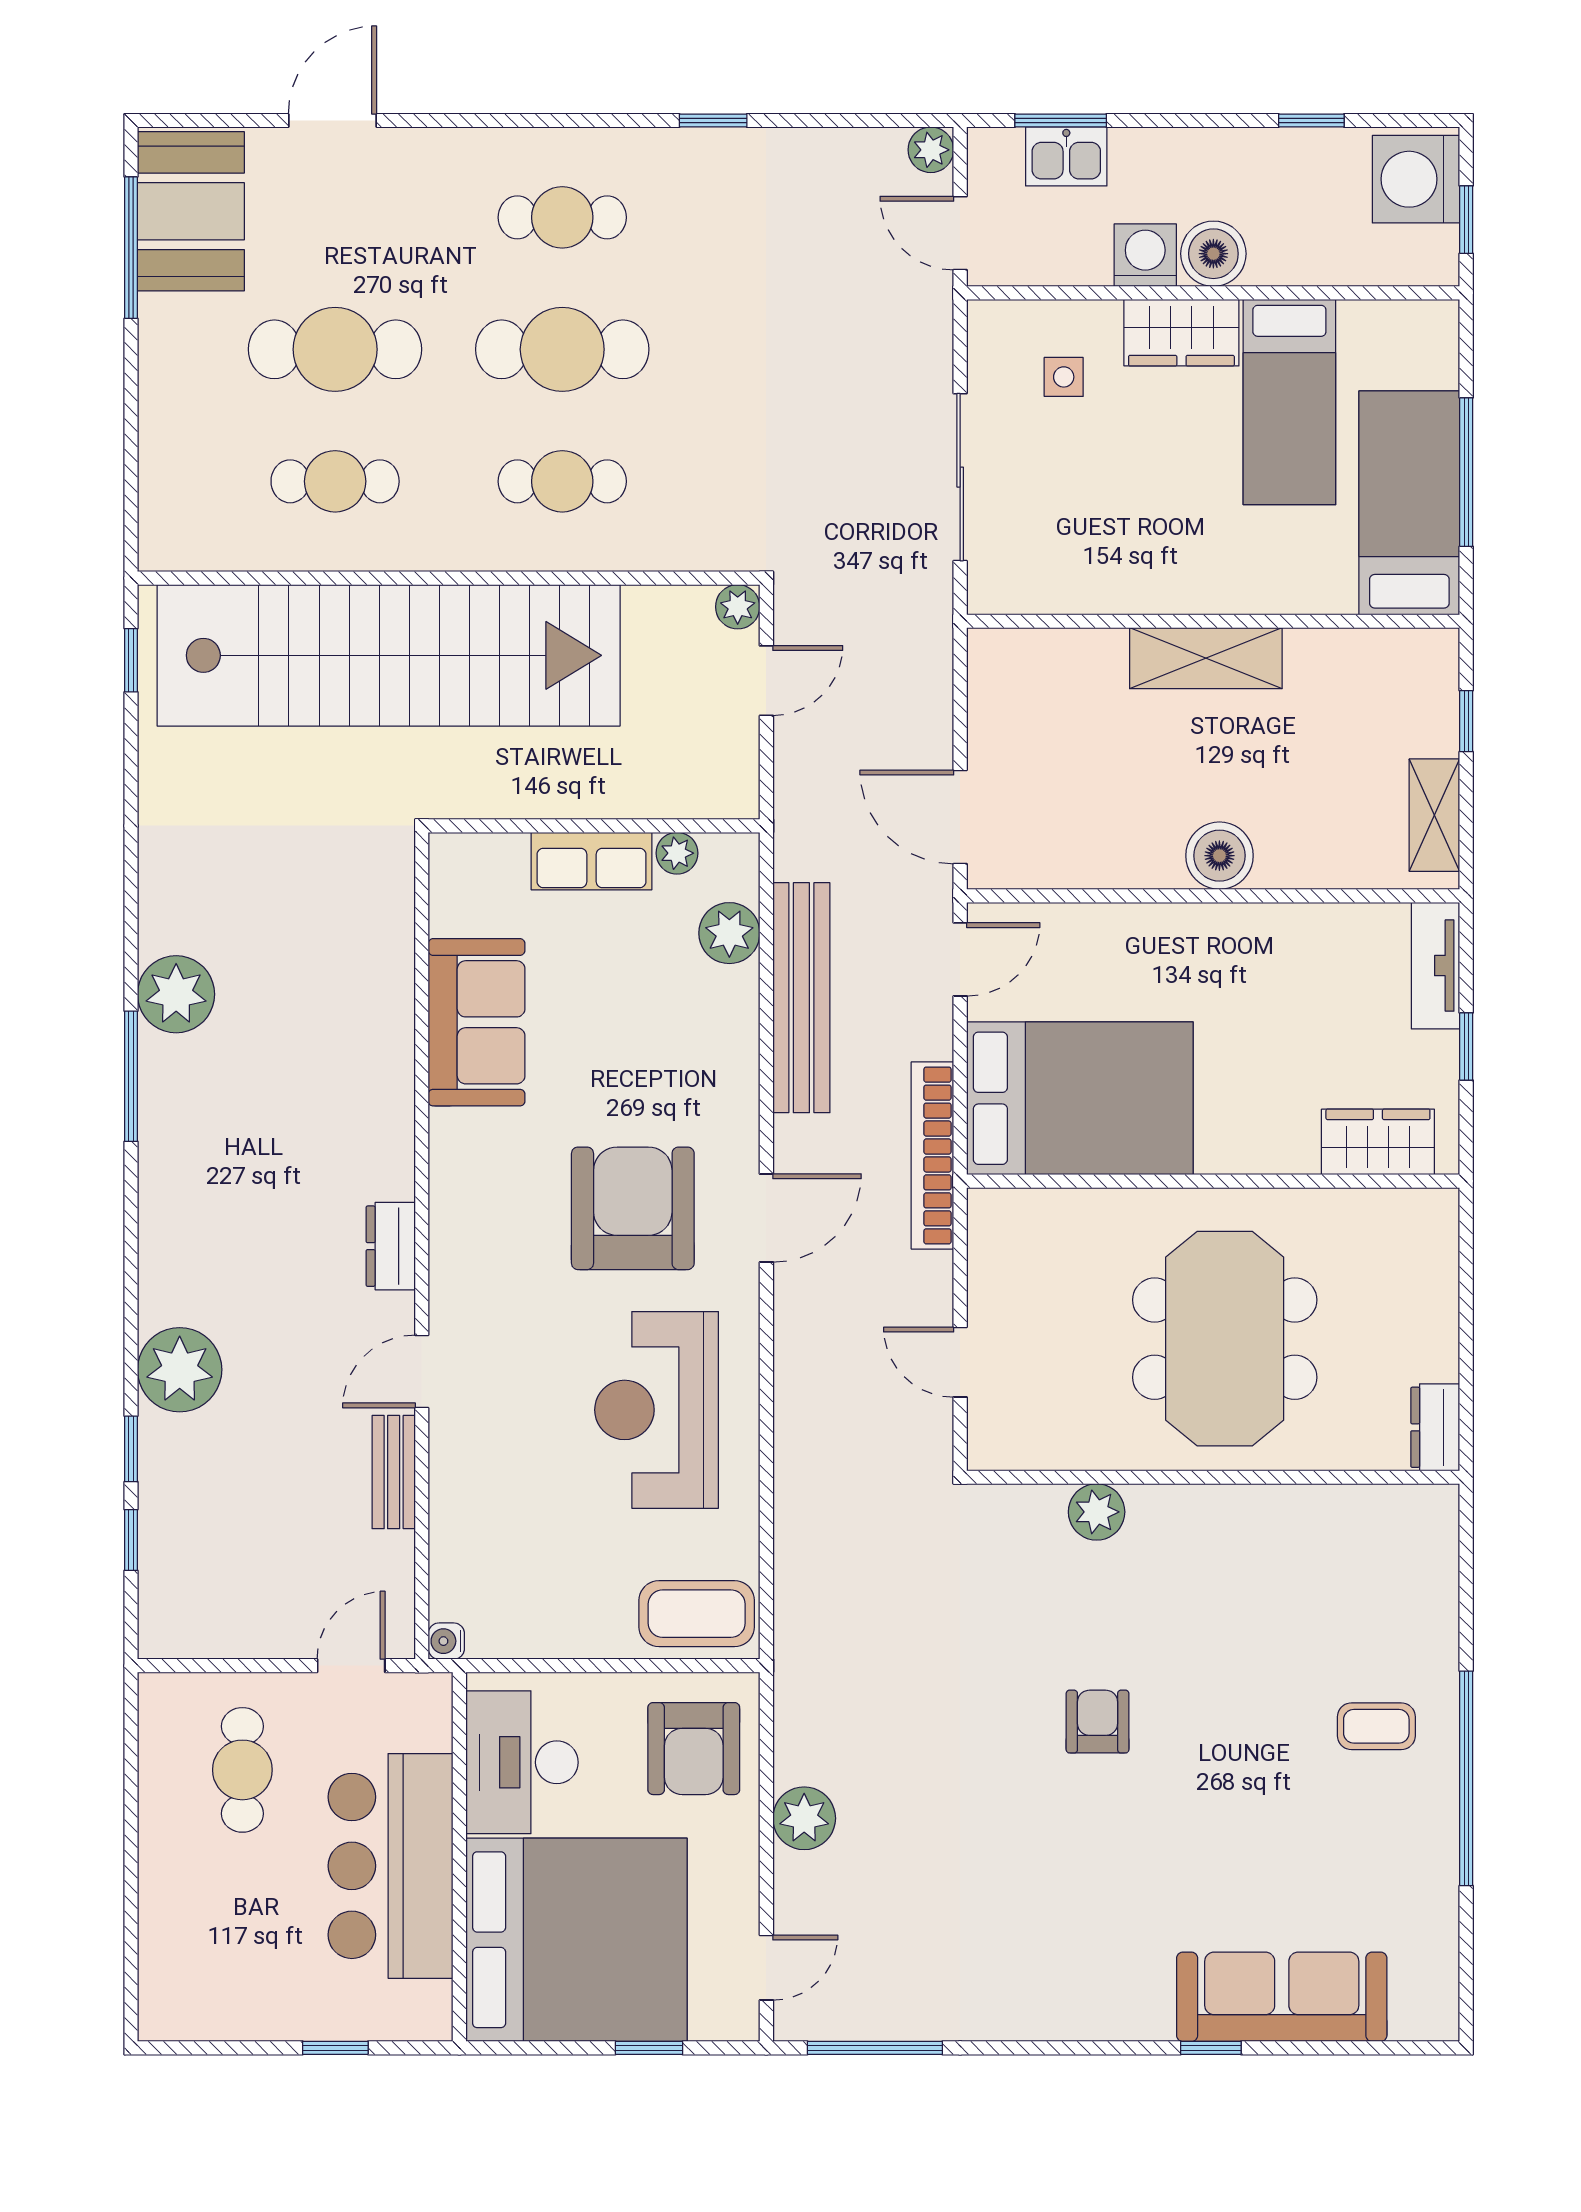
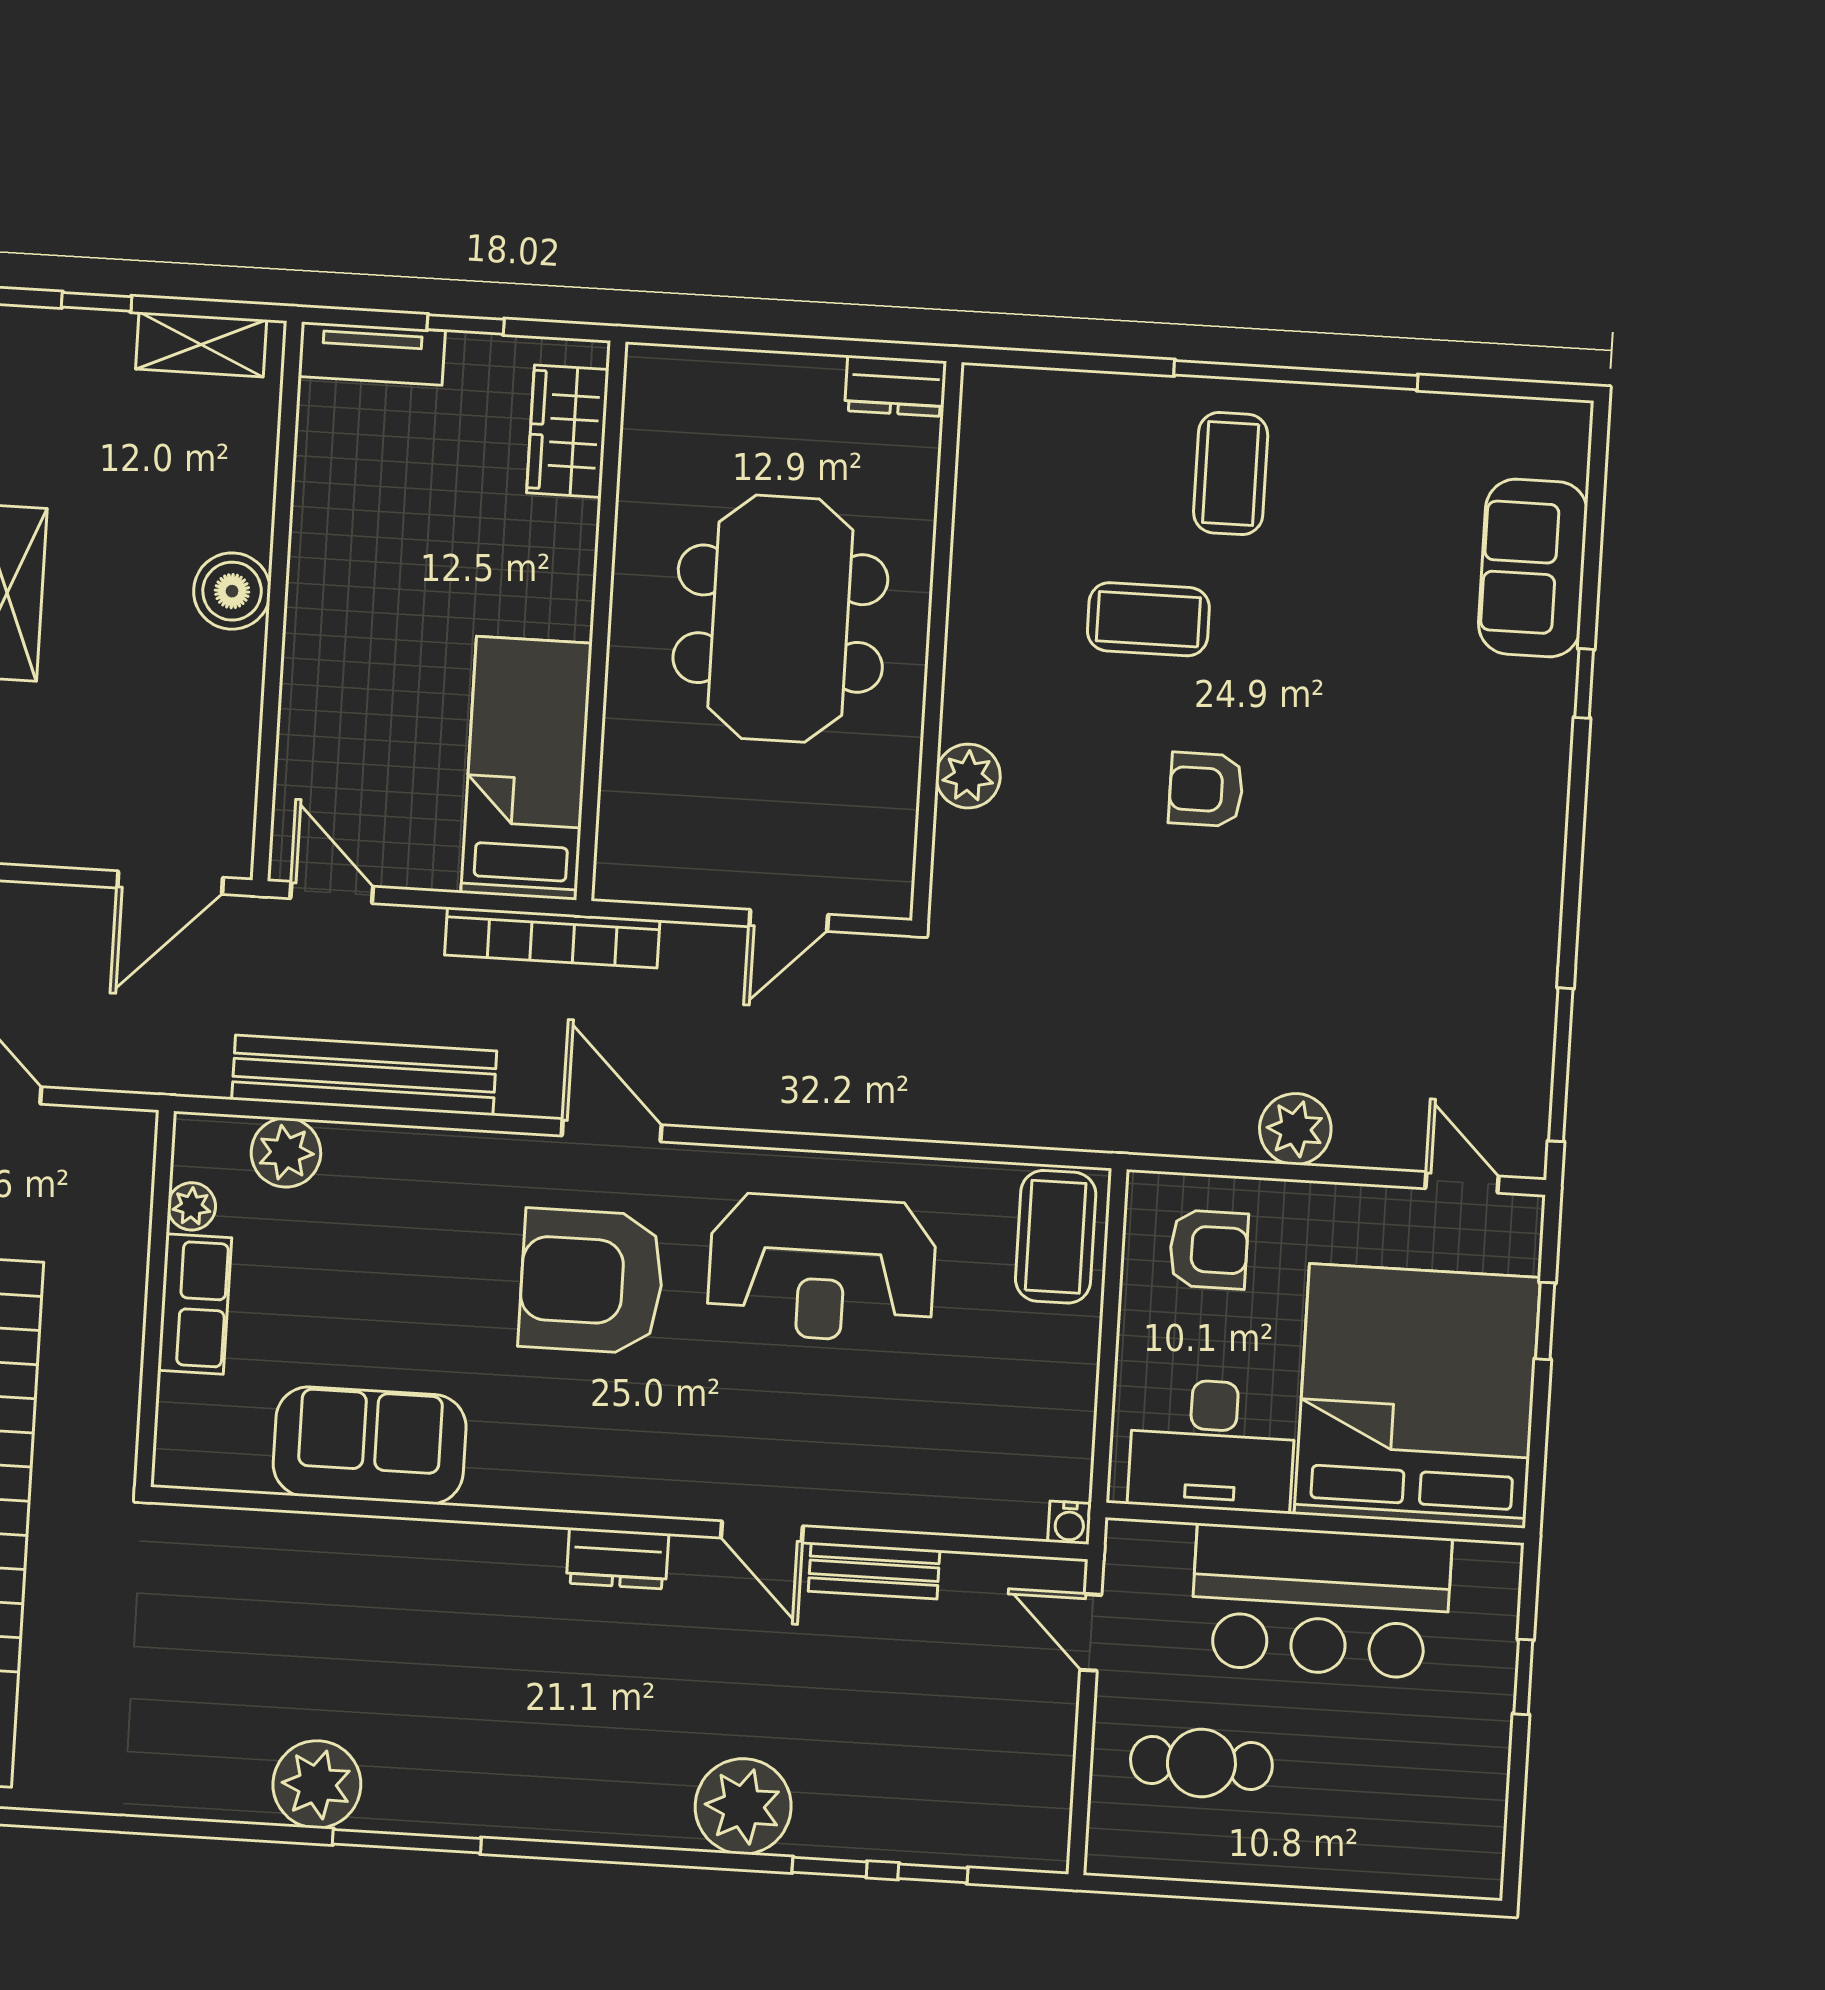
bed: (1080, 1098) -> (526, 768), width x0.67
meeting table: (1225, 1339) -> (780, 619), turned 90
coffee table: (1244, 1662) -> (1148, 619), added
coffee table: (1376, 1726) -> (1231, 474), width x1.36, depth x1.30
armchair: (694, 1749) -> (1209, 1249), width x0.72, depth x0.72
sofa: (1282, 1997) -> (1533, 568), width x0.73

